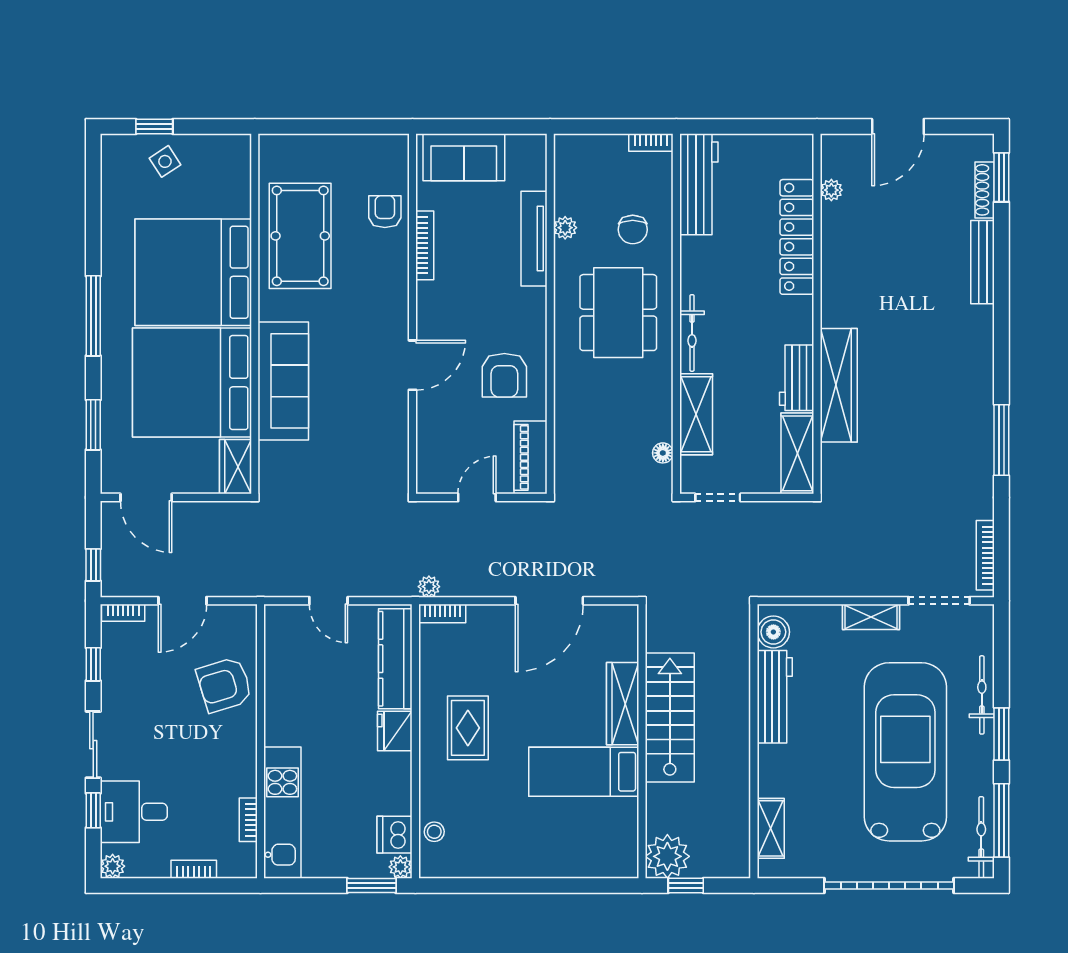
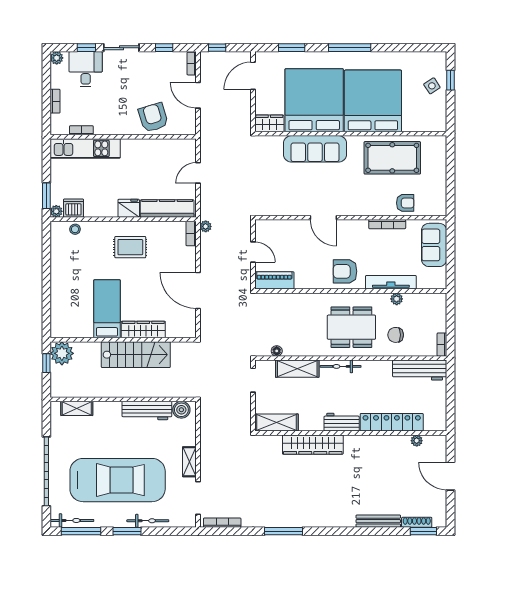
armchair: (504, 375) -> (345, 271), moved
workbench: (797, 378) -> (342, 422), moved

